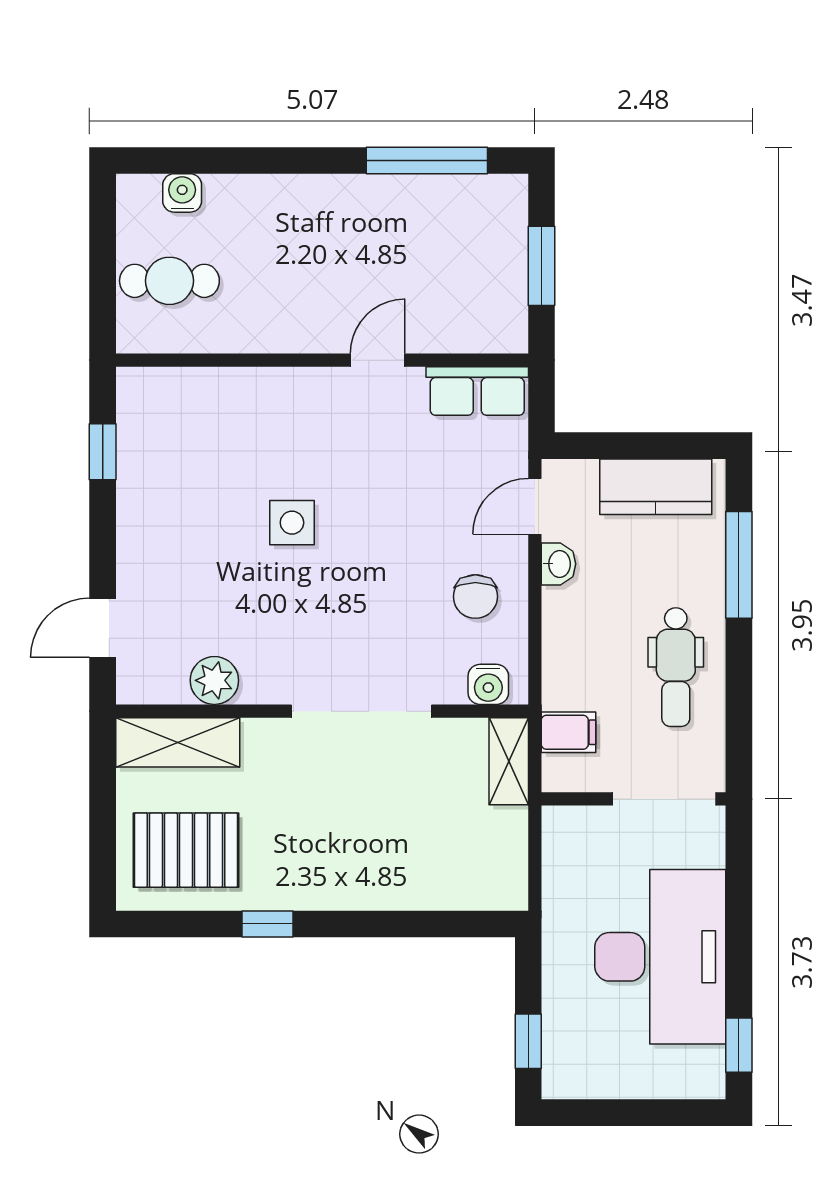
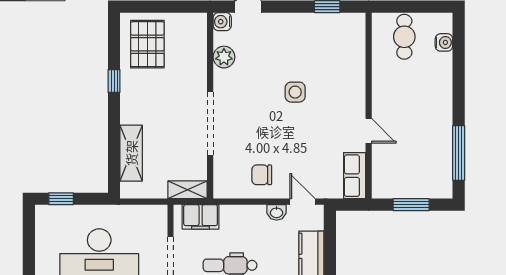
water cooler: (488, 684) -> (222, 22), moved
filing cabinet: (569, 732) -> (201, 217), width x2.00
shelving: (178, 742) -> (131, 153), moved

